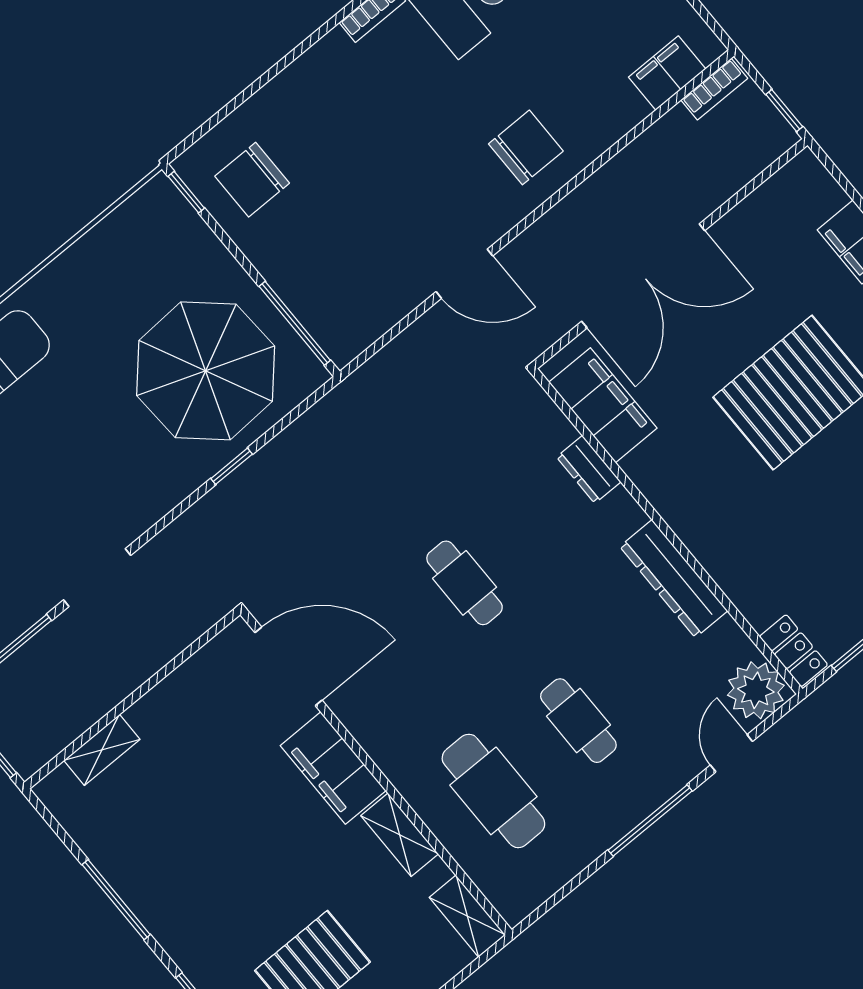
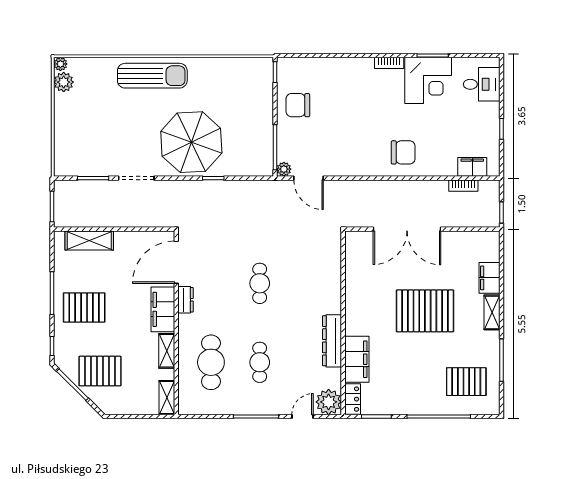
bookcase: (714, 89) -> (463, 186), moved
chair: (252, 180) -> (298, 105), moved
door: (464, 274) -> (309, 178), moved
plant: (342, 349) -> (284, 169), added
parasol: (206, 371) -> (191, 142), moved
filing cabinet: (603, 405) -> (357, 359), moved
dresser: (589, 469) -> (185, 300), moved, turned 180
door: (288, 666) -> (176, 262), swing flipped
shelving: (102, 750) -> (89, 240), width x1.50, depth x1.33
pallet: (193, 879) -> (84, 308), added

